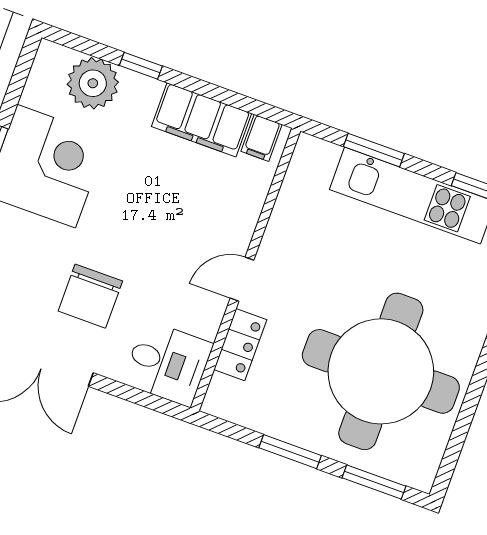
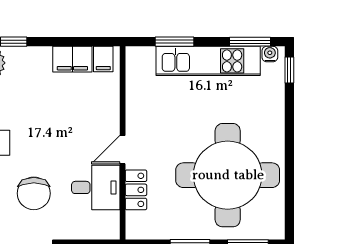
filing cabinet: (202, 120) -> (72, 59), width x0.67, depth x0.86
desk: (168, 363) -> (96, 187), moved

